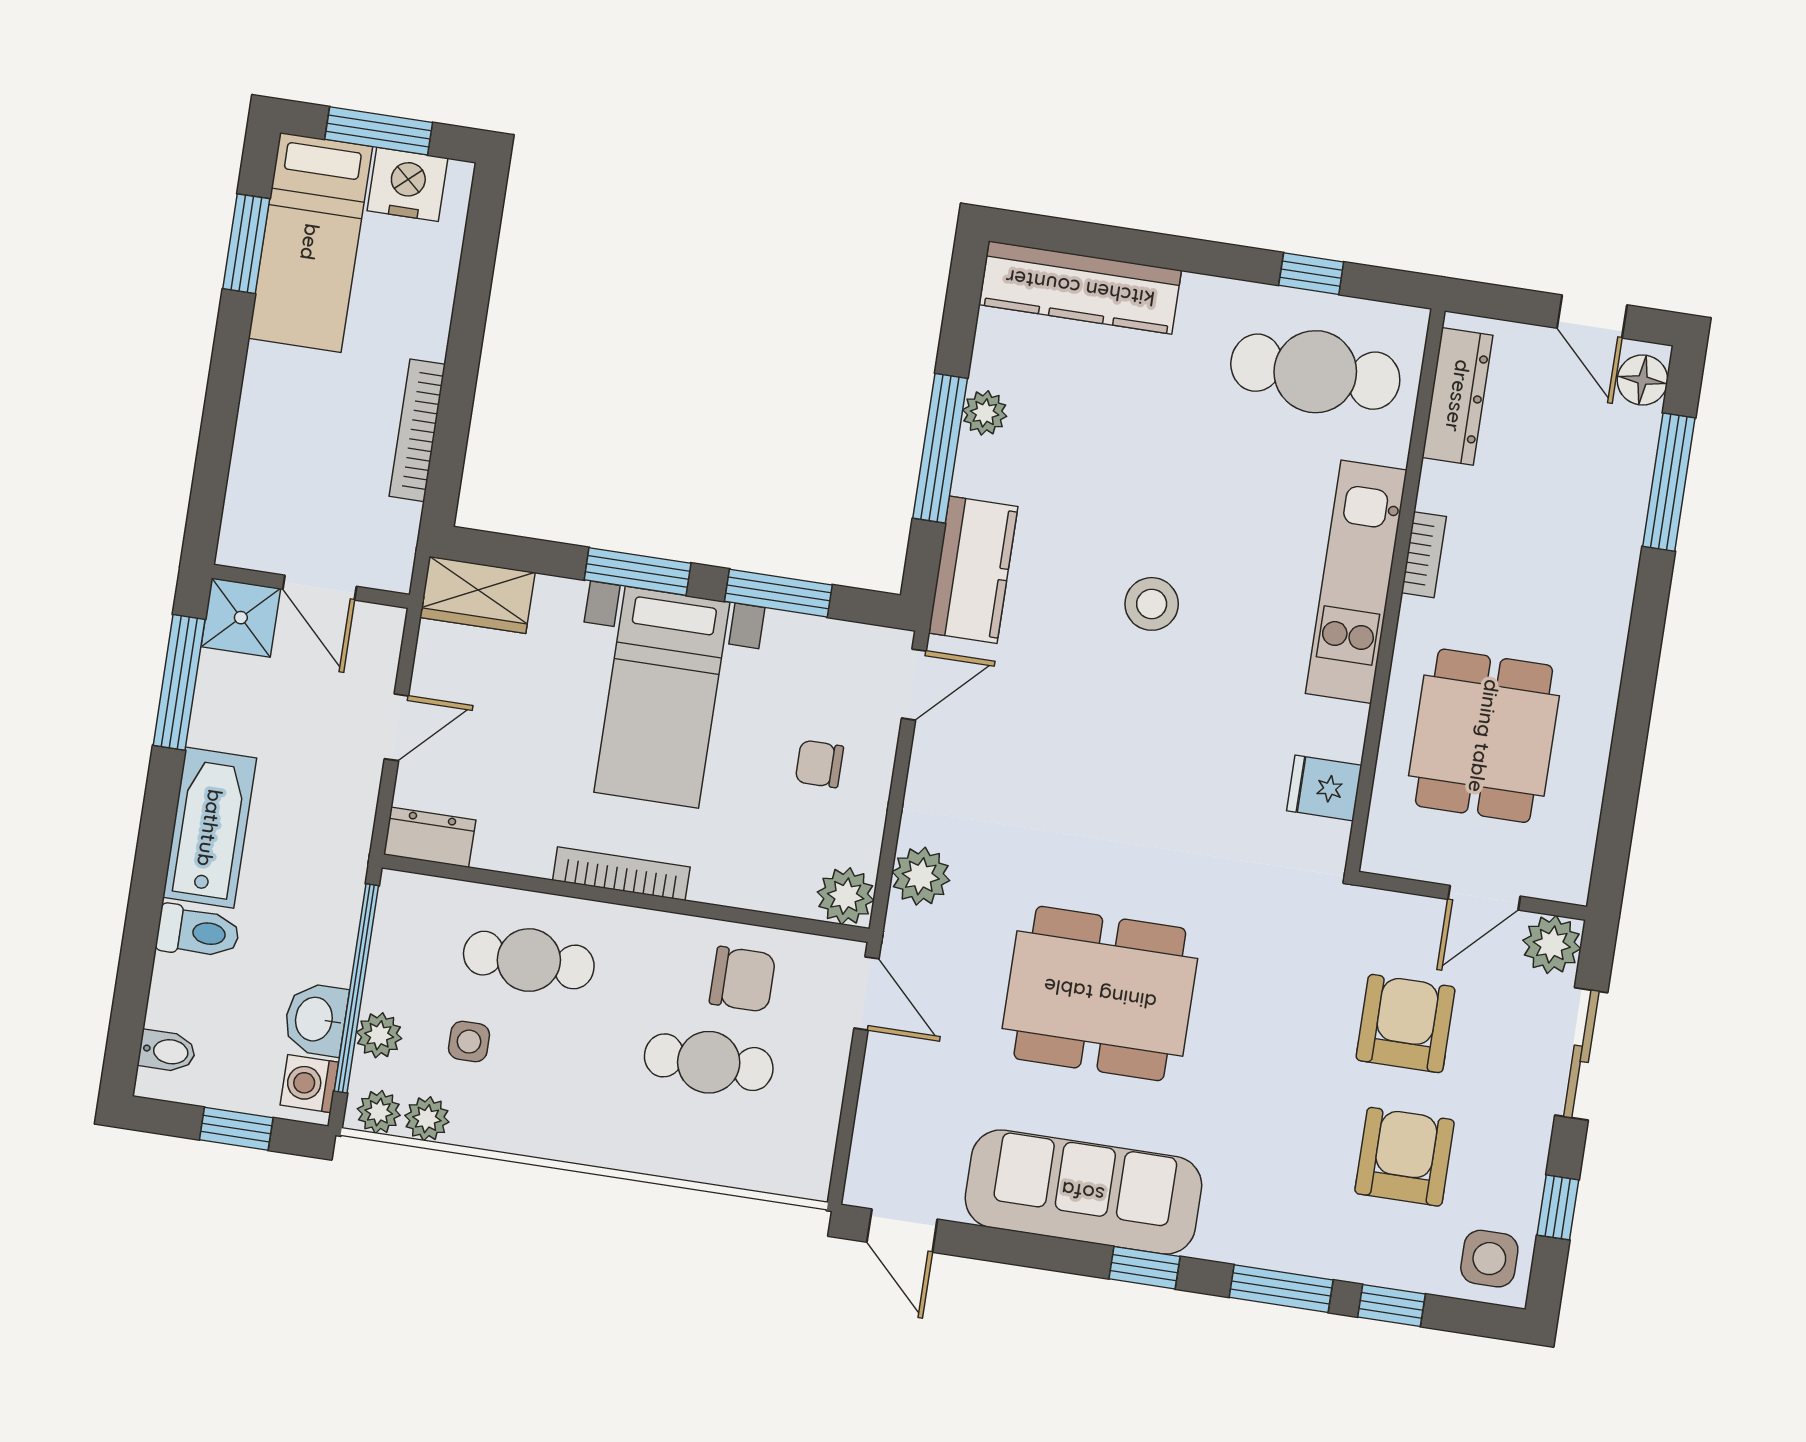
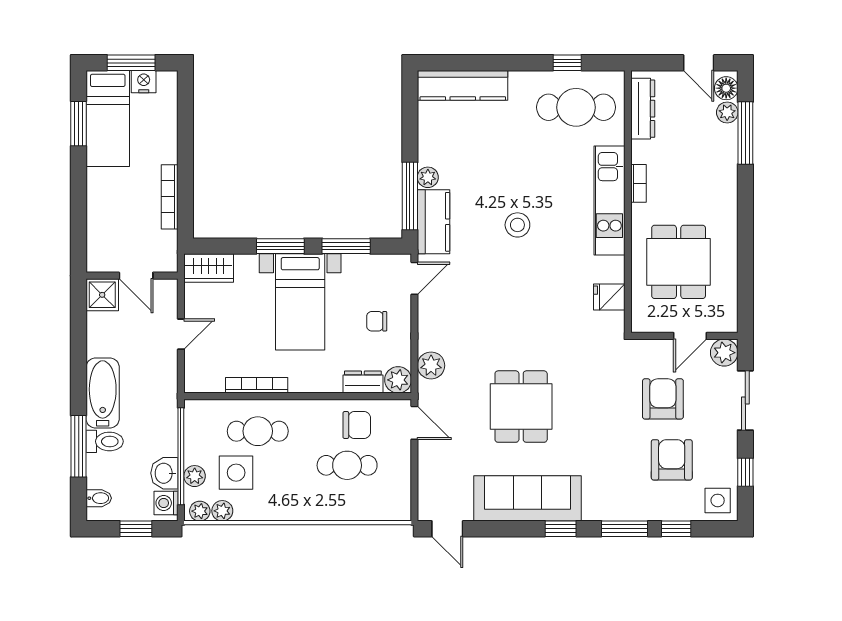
nightstand: (407, 184) -> (144, 82), width x0.74, depth x0.75
plant: (985, 413) -> (428, 177), moved
plant: (1637, 432) -> (727, 112), added
window: (940, 448) -> (410, 196), moved
window: (179, 682) -> (79, 446), moved
dresser: (430, 837) -> (363, 382), moved
bookcase: (621, 874) -> (257, 385), moved
dining table: (1100, 994) -> (521, 407), width x0.73
side table: (469, 1042) -> (236, 473), width x1.87, depth x1.87

